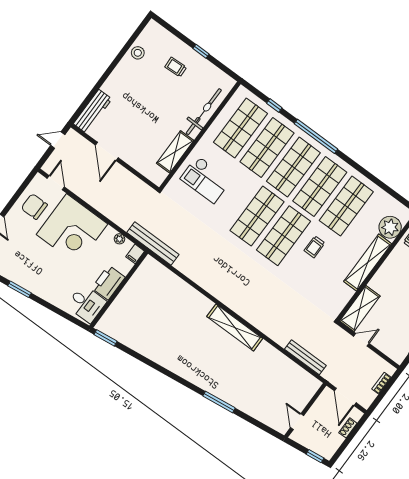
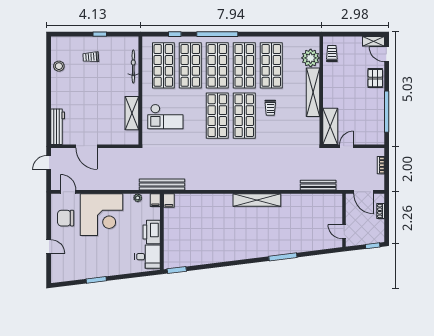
bicycle: (204, 112) -> (133, 66), width x0.73, depth x0.71
filing cabinet: (148, 264) -> (169, 201), added

